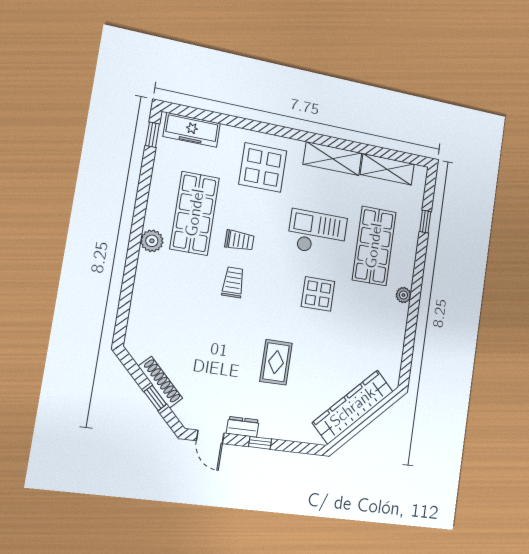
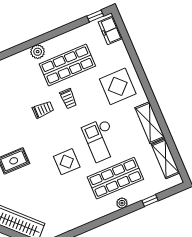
freezer: (192, 130) -> (110, 30), width x0.71
checkout: (317, 233) -> (101, 140), turned 180
plant: (403, 295) -> (122, 203), moved

